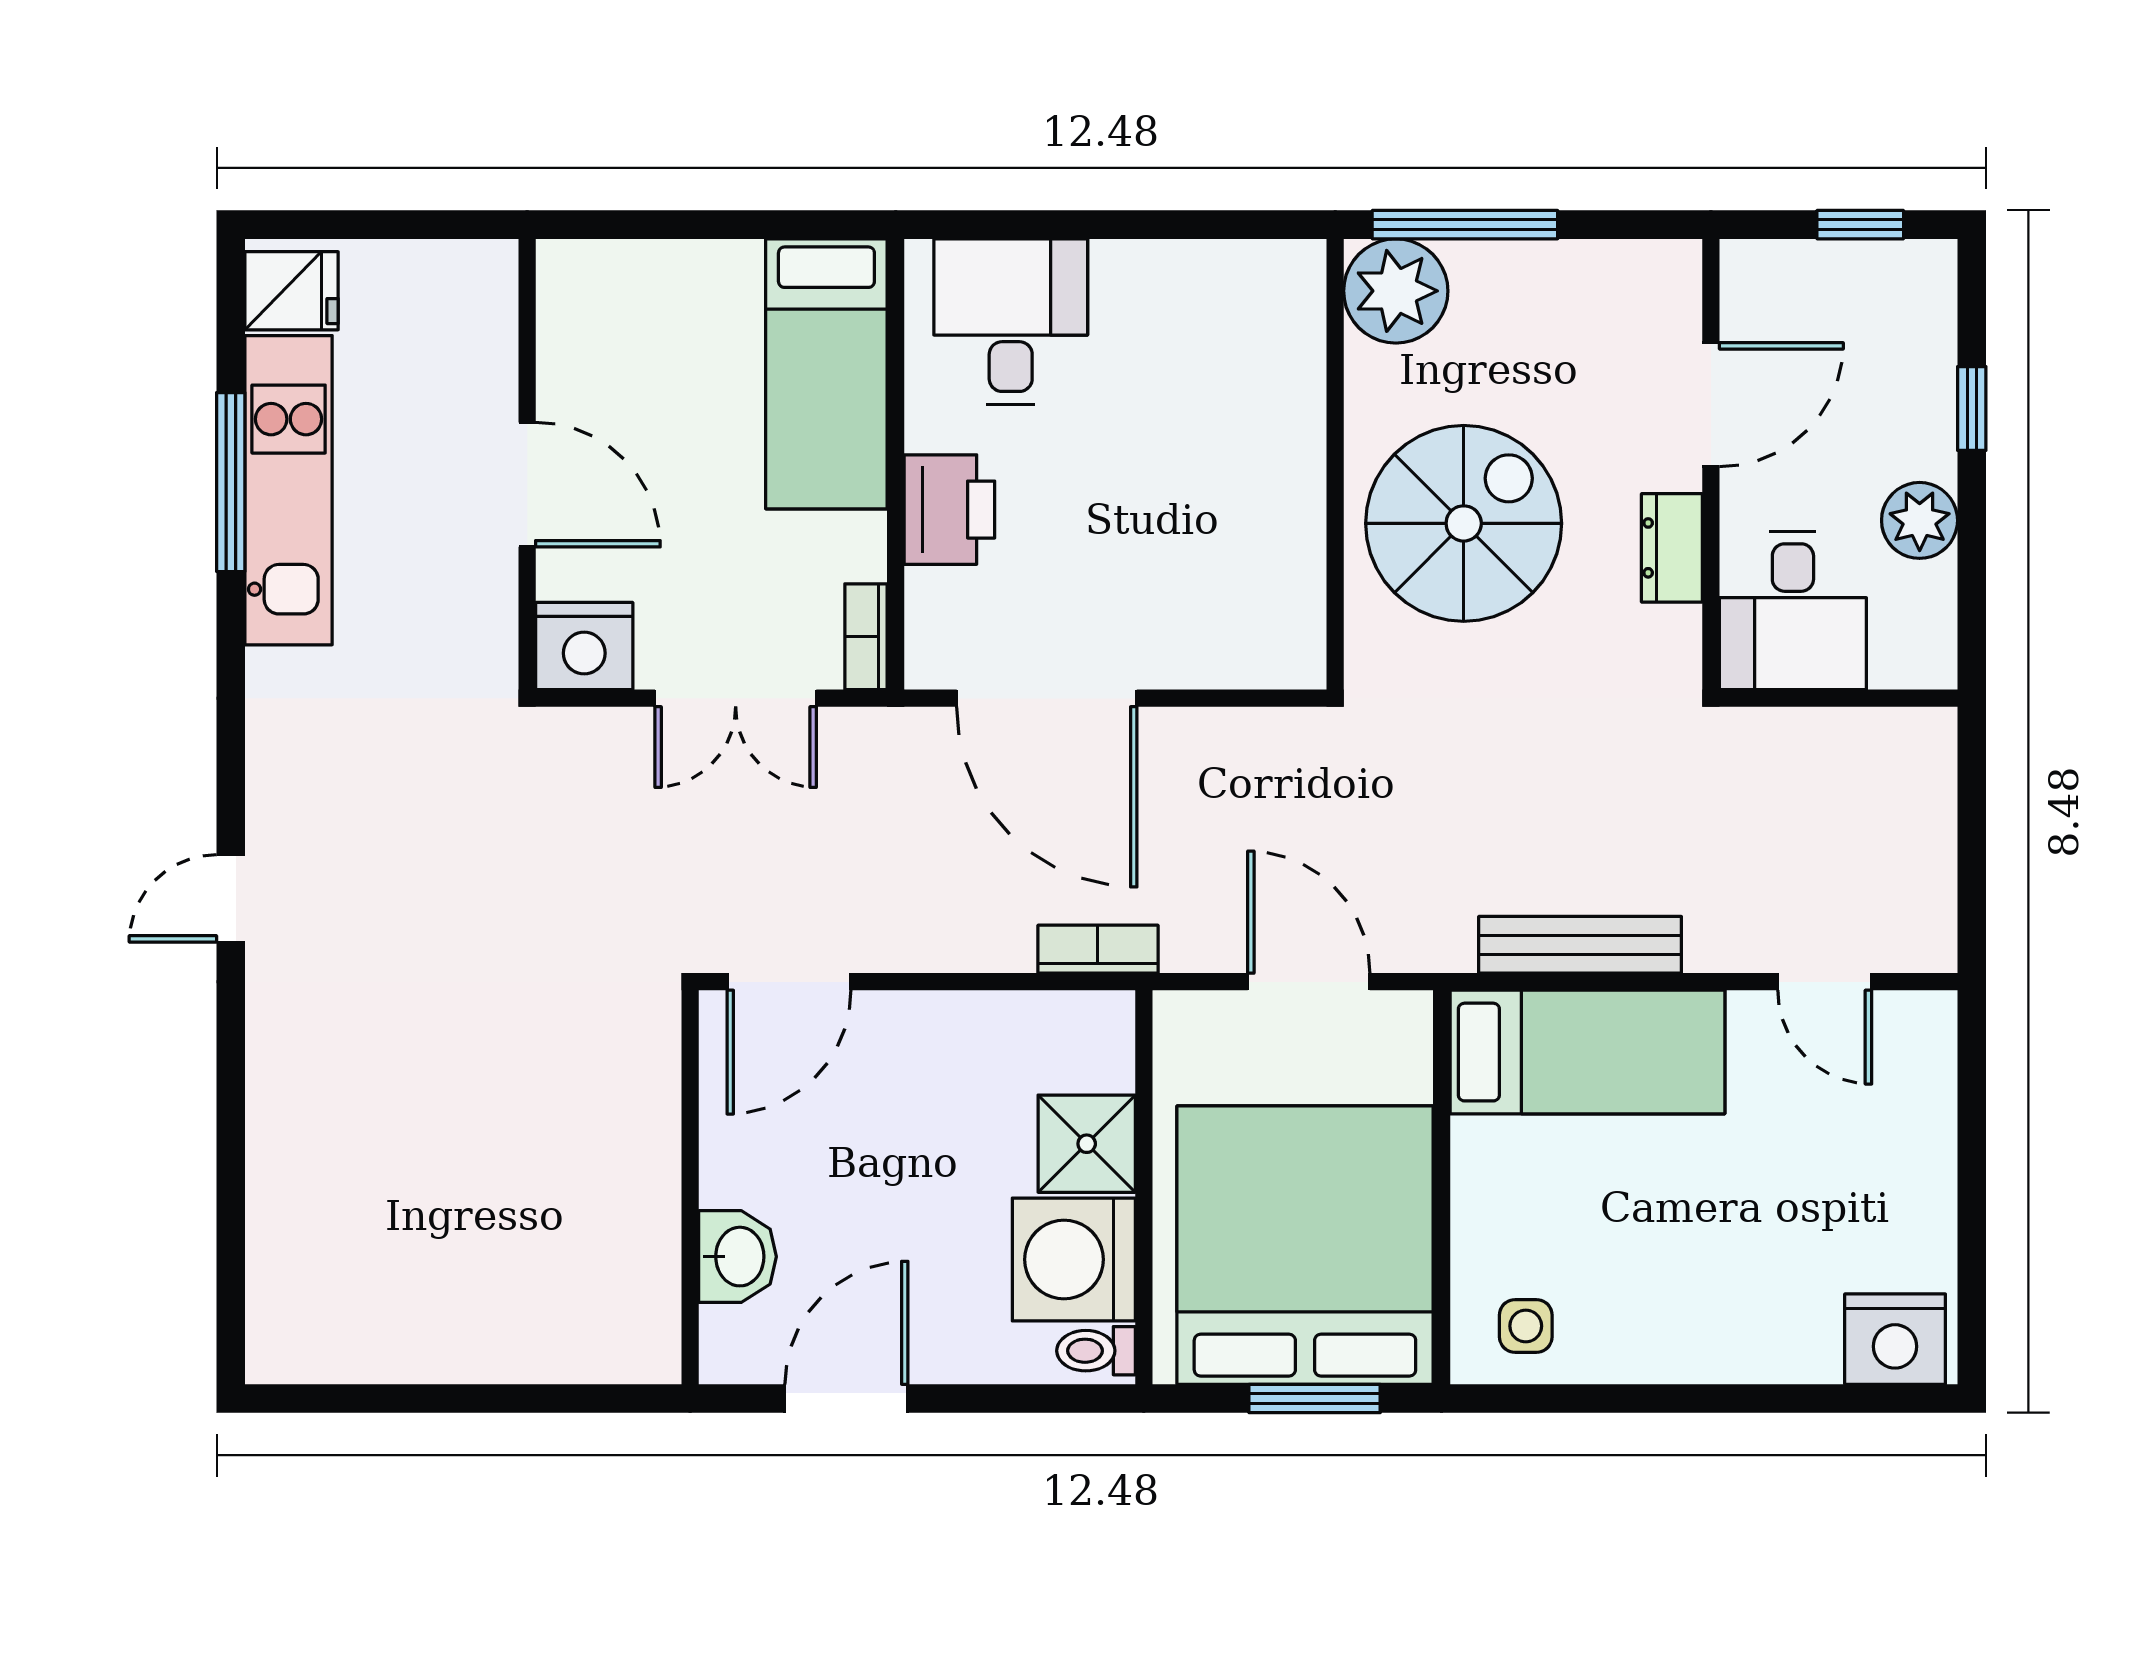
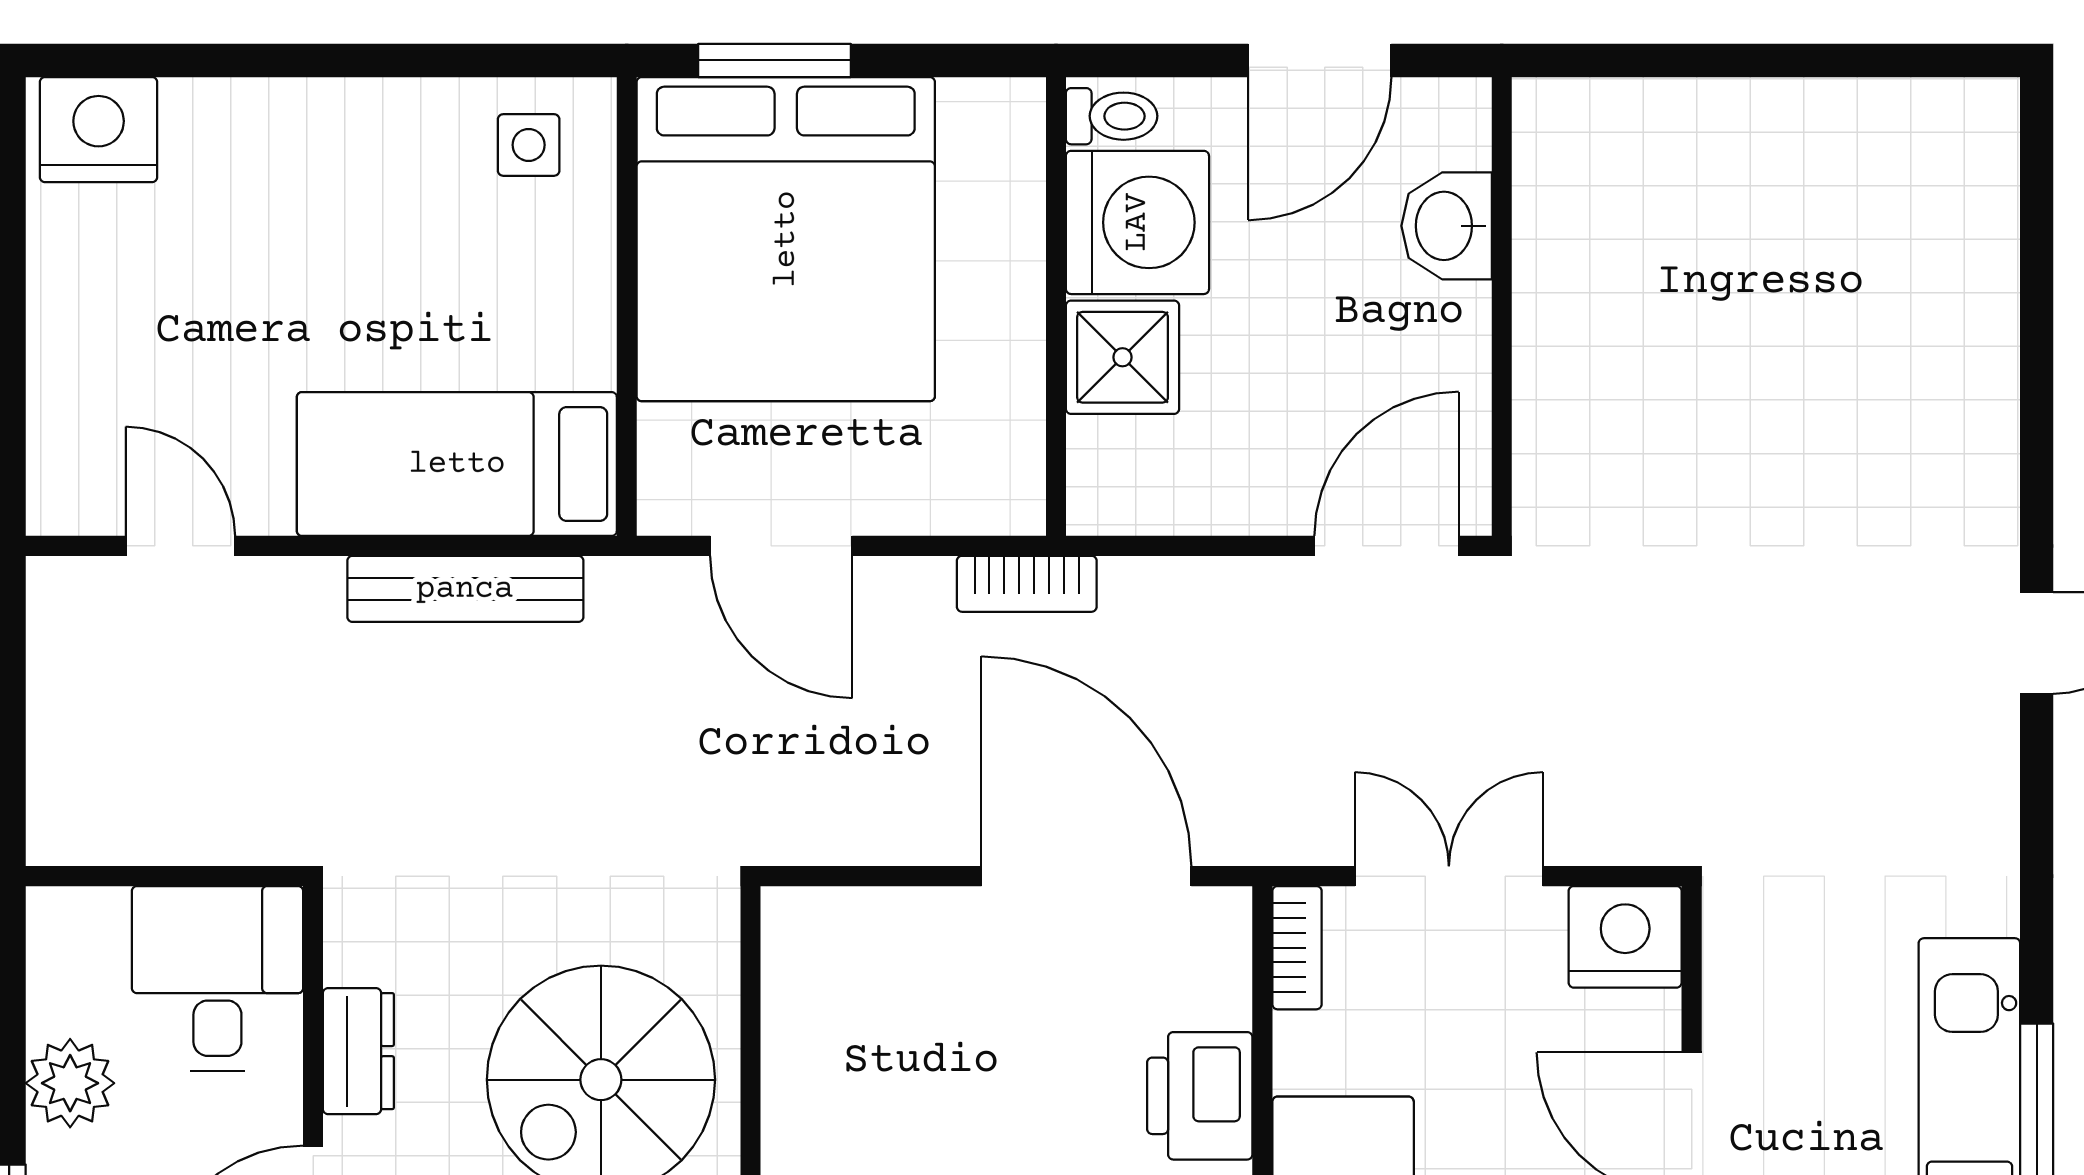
shower: (1087, 1144) -> (1123, 357), moved
wall: (1144, 1187) -> (1056, 306), moved
washing machine: (1074, 1259) -> (1137, 222), moved
toilet: (1096, 1351) -> (1112, 116), moved

